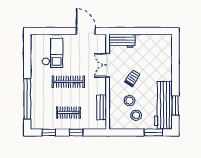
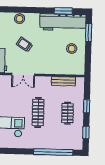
trolley: (132, 78) -> (25, 44), moved
stool: (130, 101) -> (20, 19), moved

